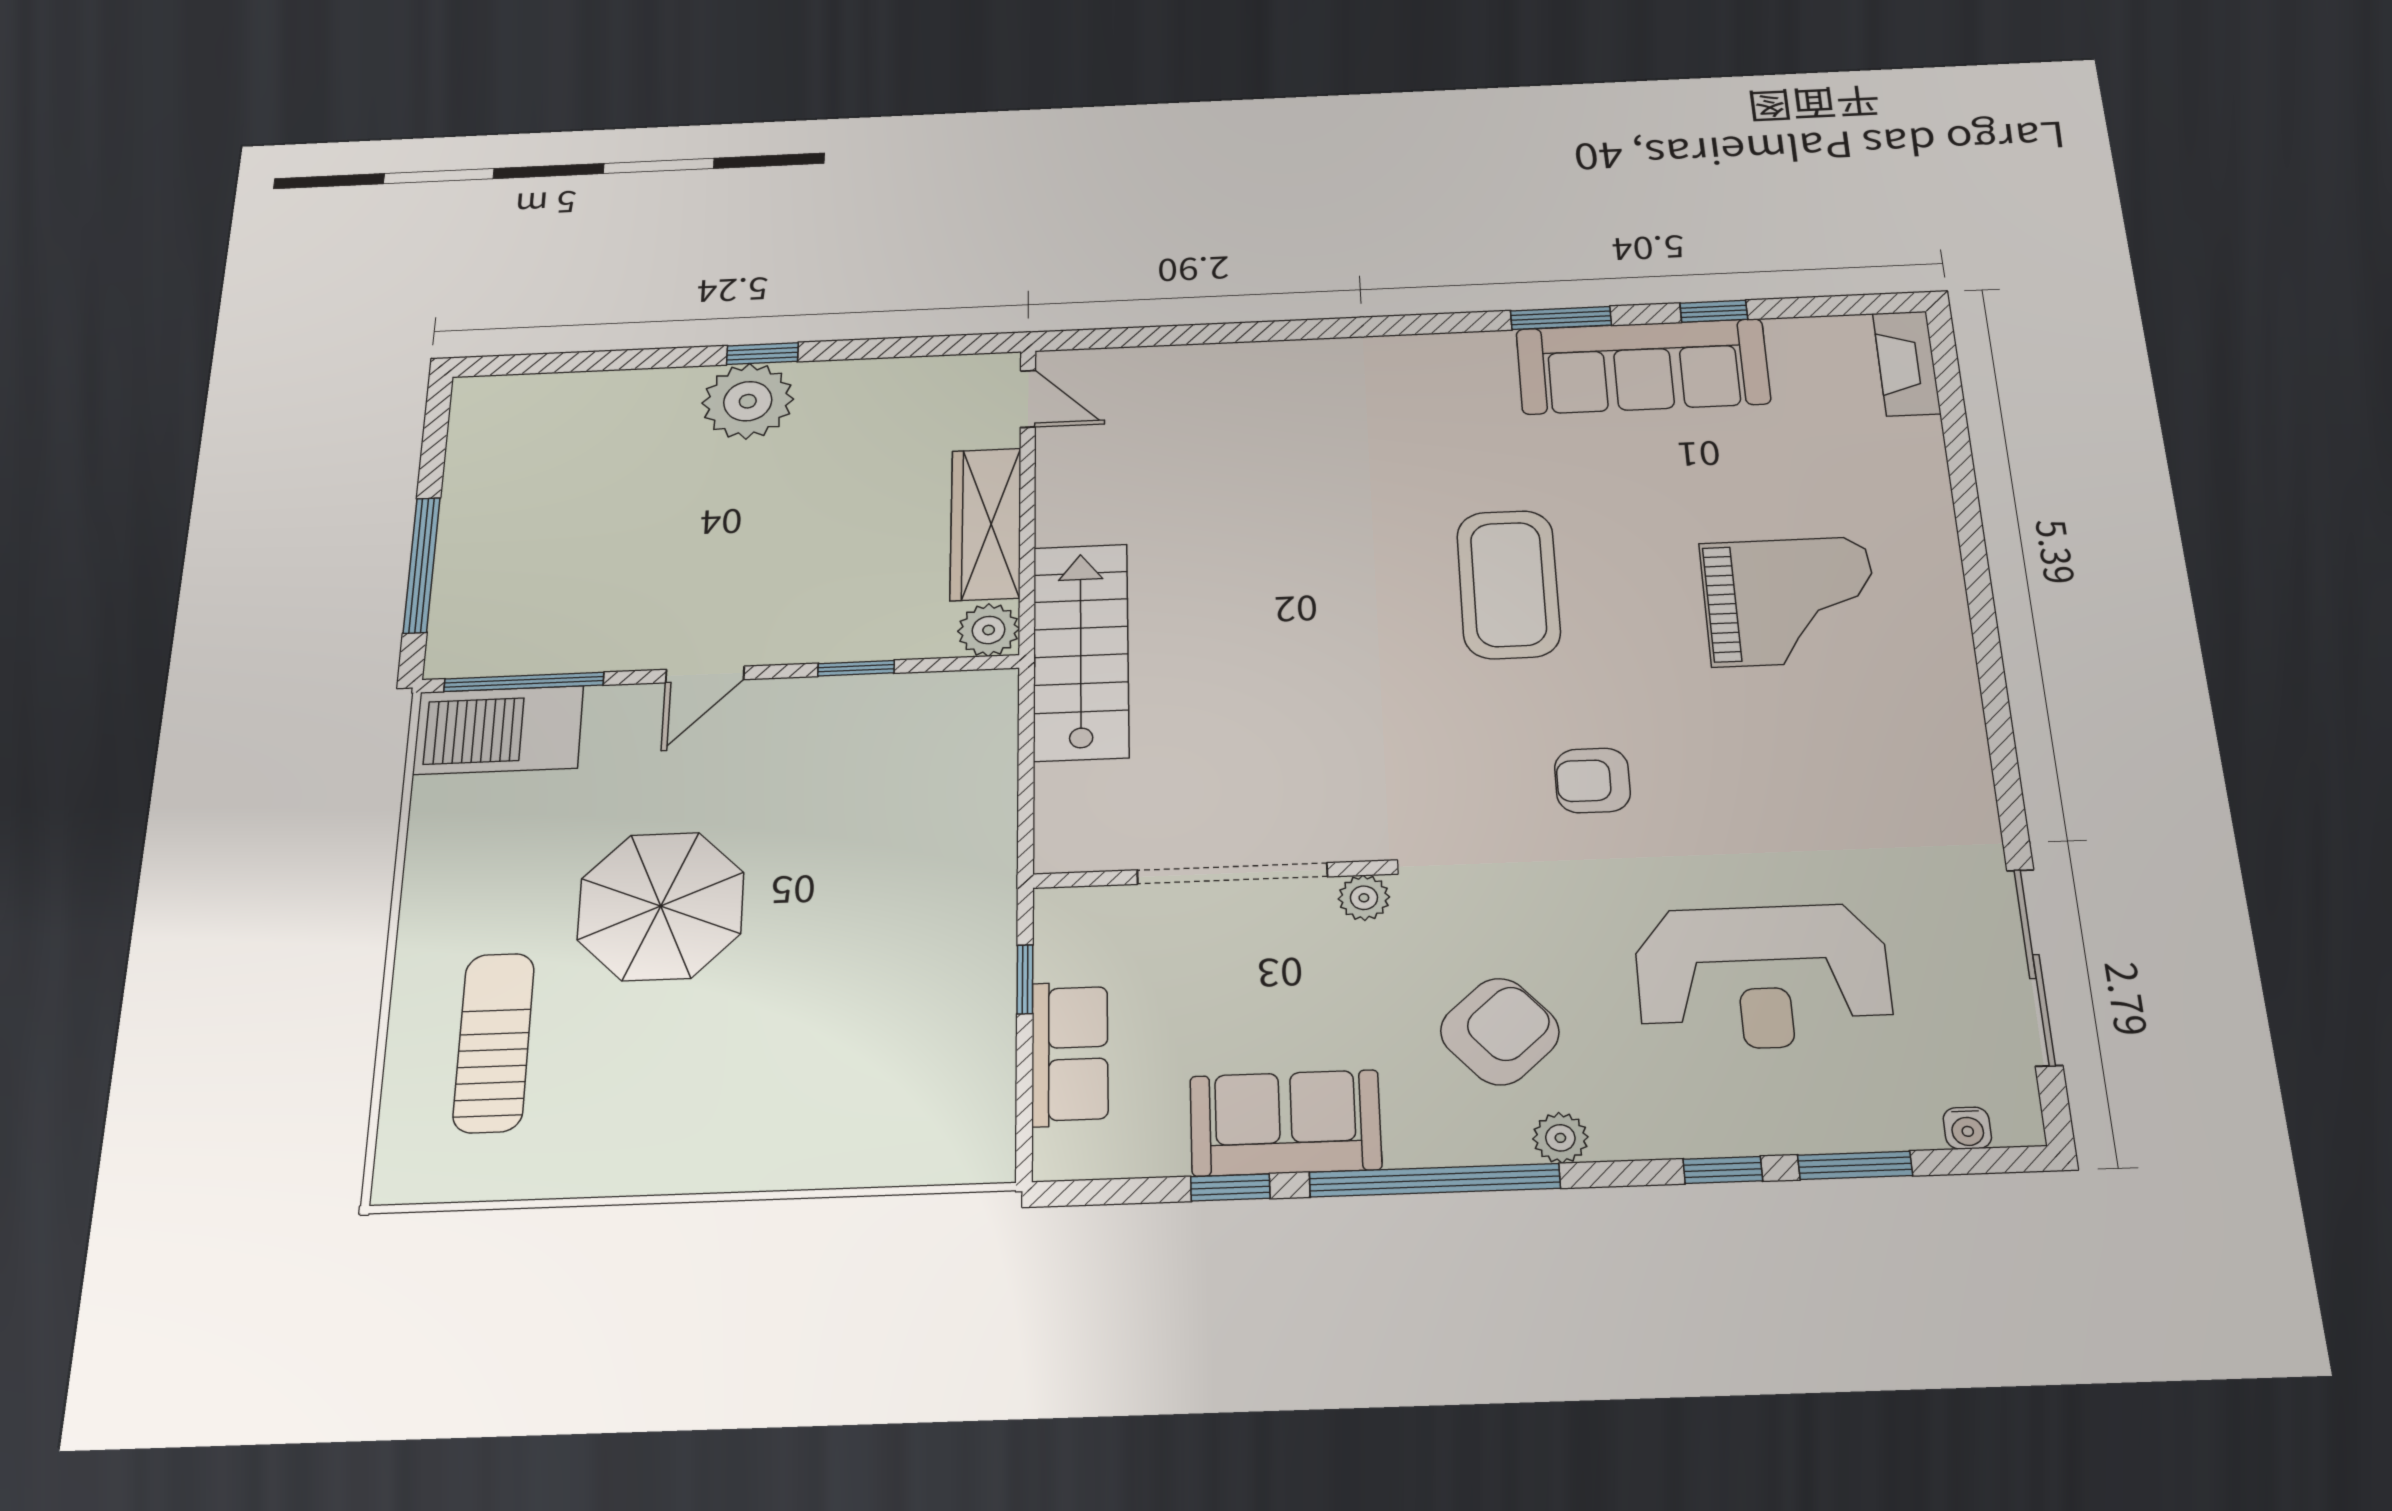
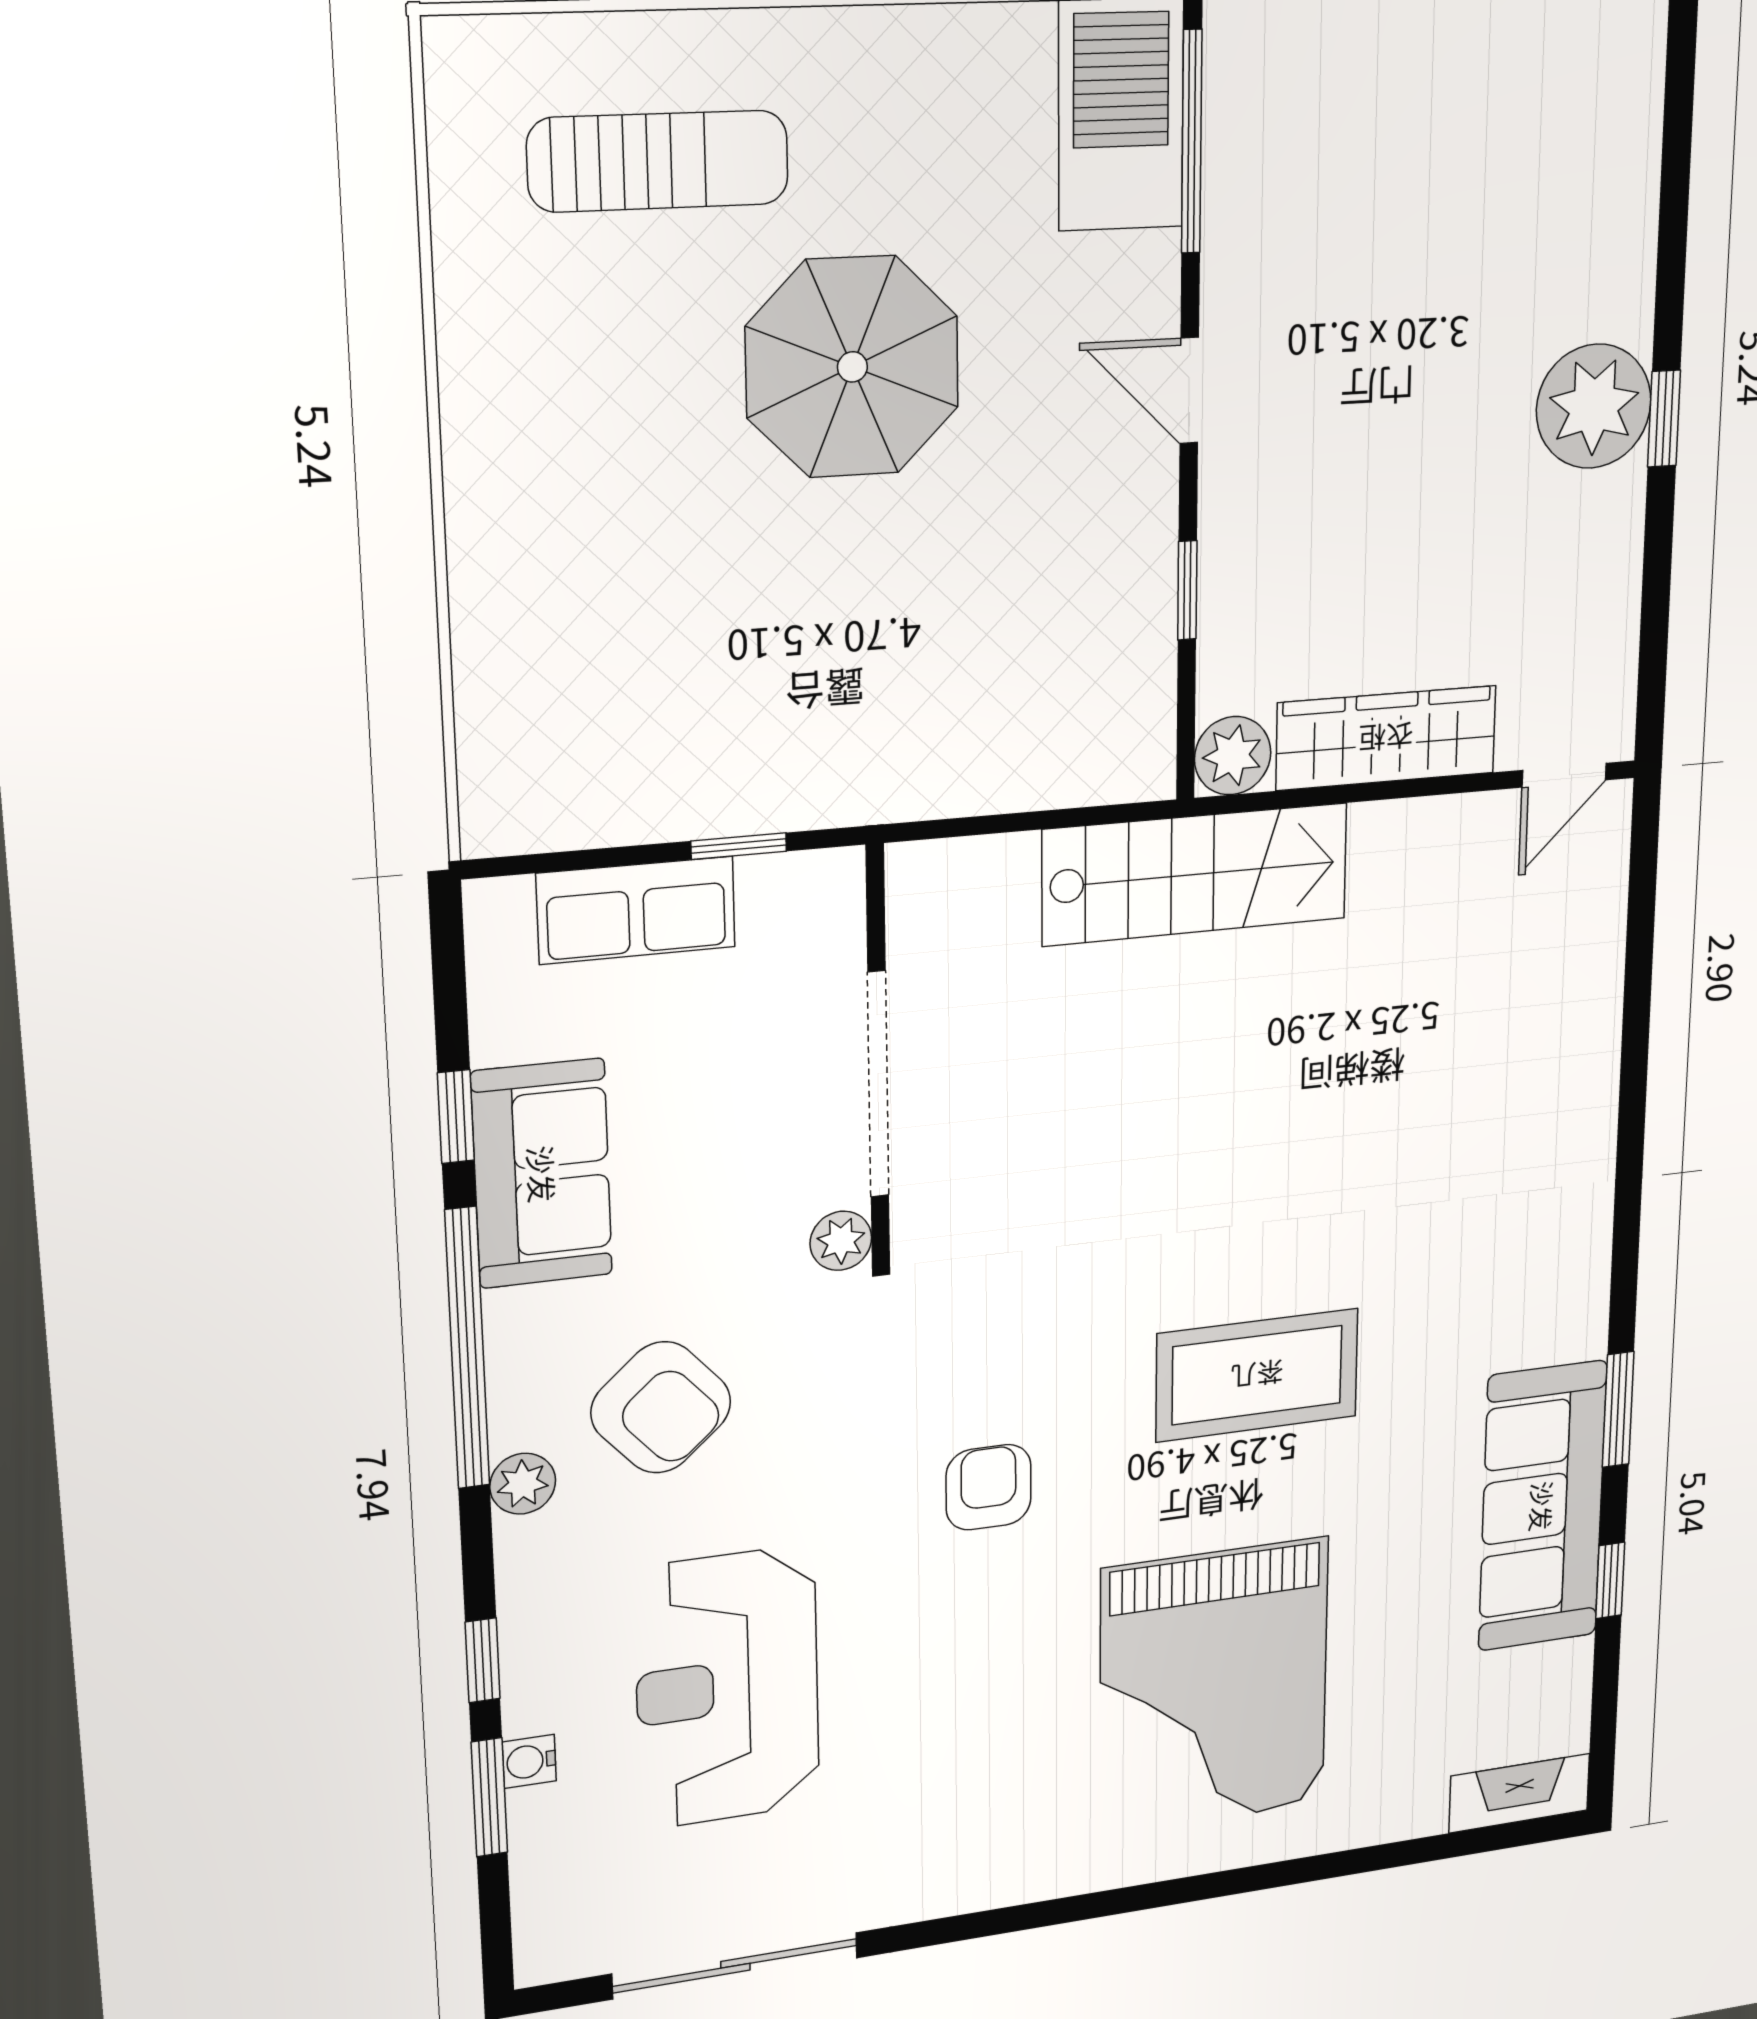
grand piano: (1790, 601) -> (1214, 1687), width x1.37, depth x1.48
water cooler: (1967, 1128) -> (529, 1761), moved

